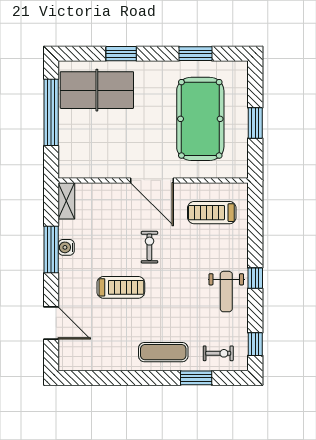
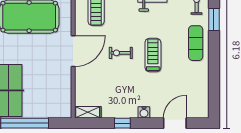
water cooler: (66, 247) -> (144, 112), moved
window: (51, 249) -> (122, 123), width x0.46
treadmill: (121, 287) -> (153, 55), moved

